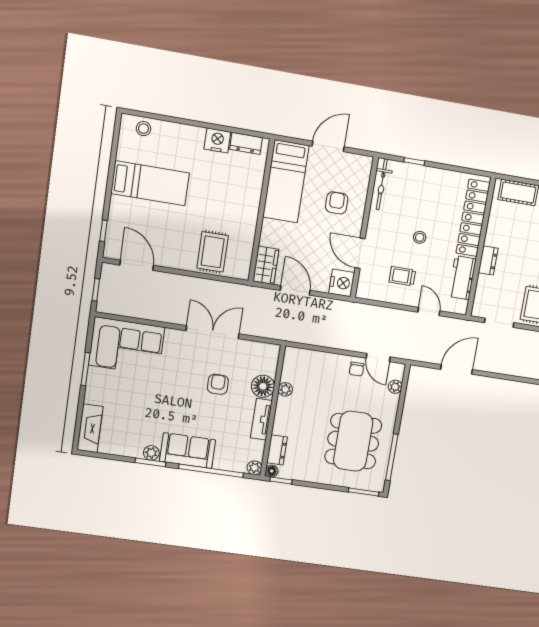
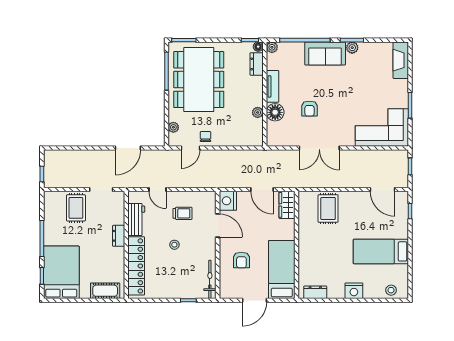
nightstand: (217, 140) -> (354, 291), moved
door: (378, 357) -> (190, 148), swing flipped
dining table: (353, 441) -> (199, 80), width x1.36, depth x1.24

